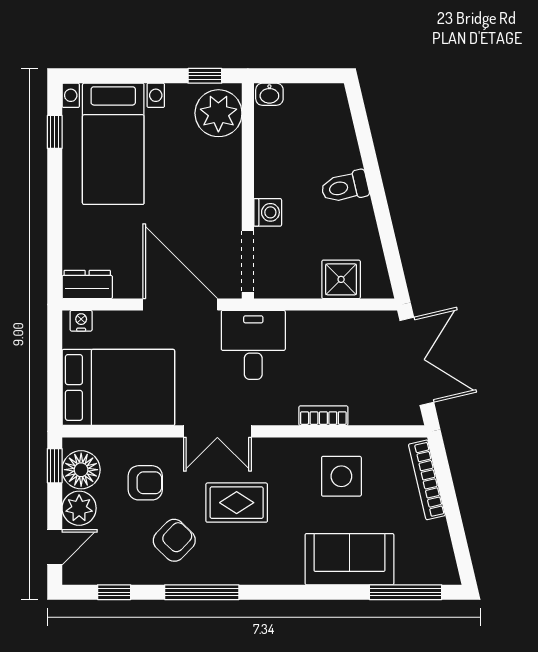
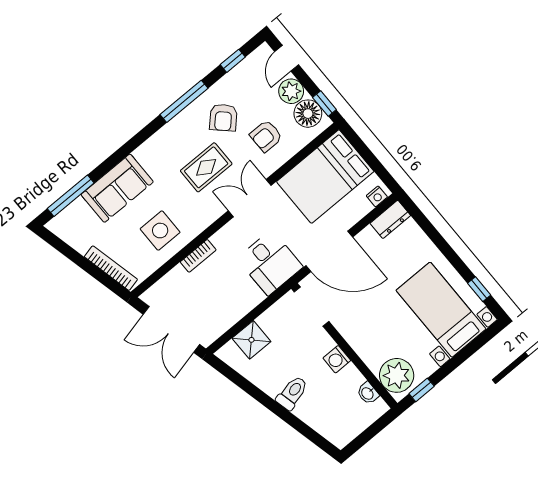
washbasin: (269, 94) -> (368, 393), moved, turned -90
washing machine: (268, 212) -> (337, 359), moved

